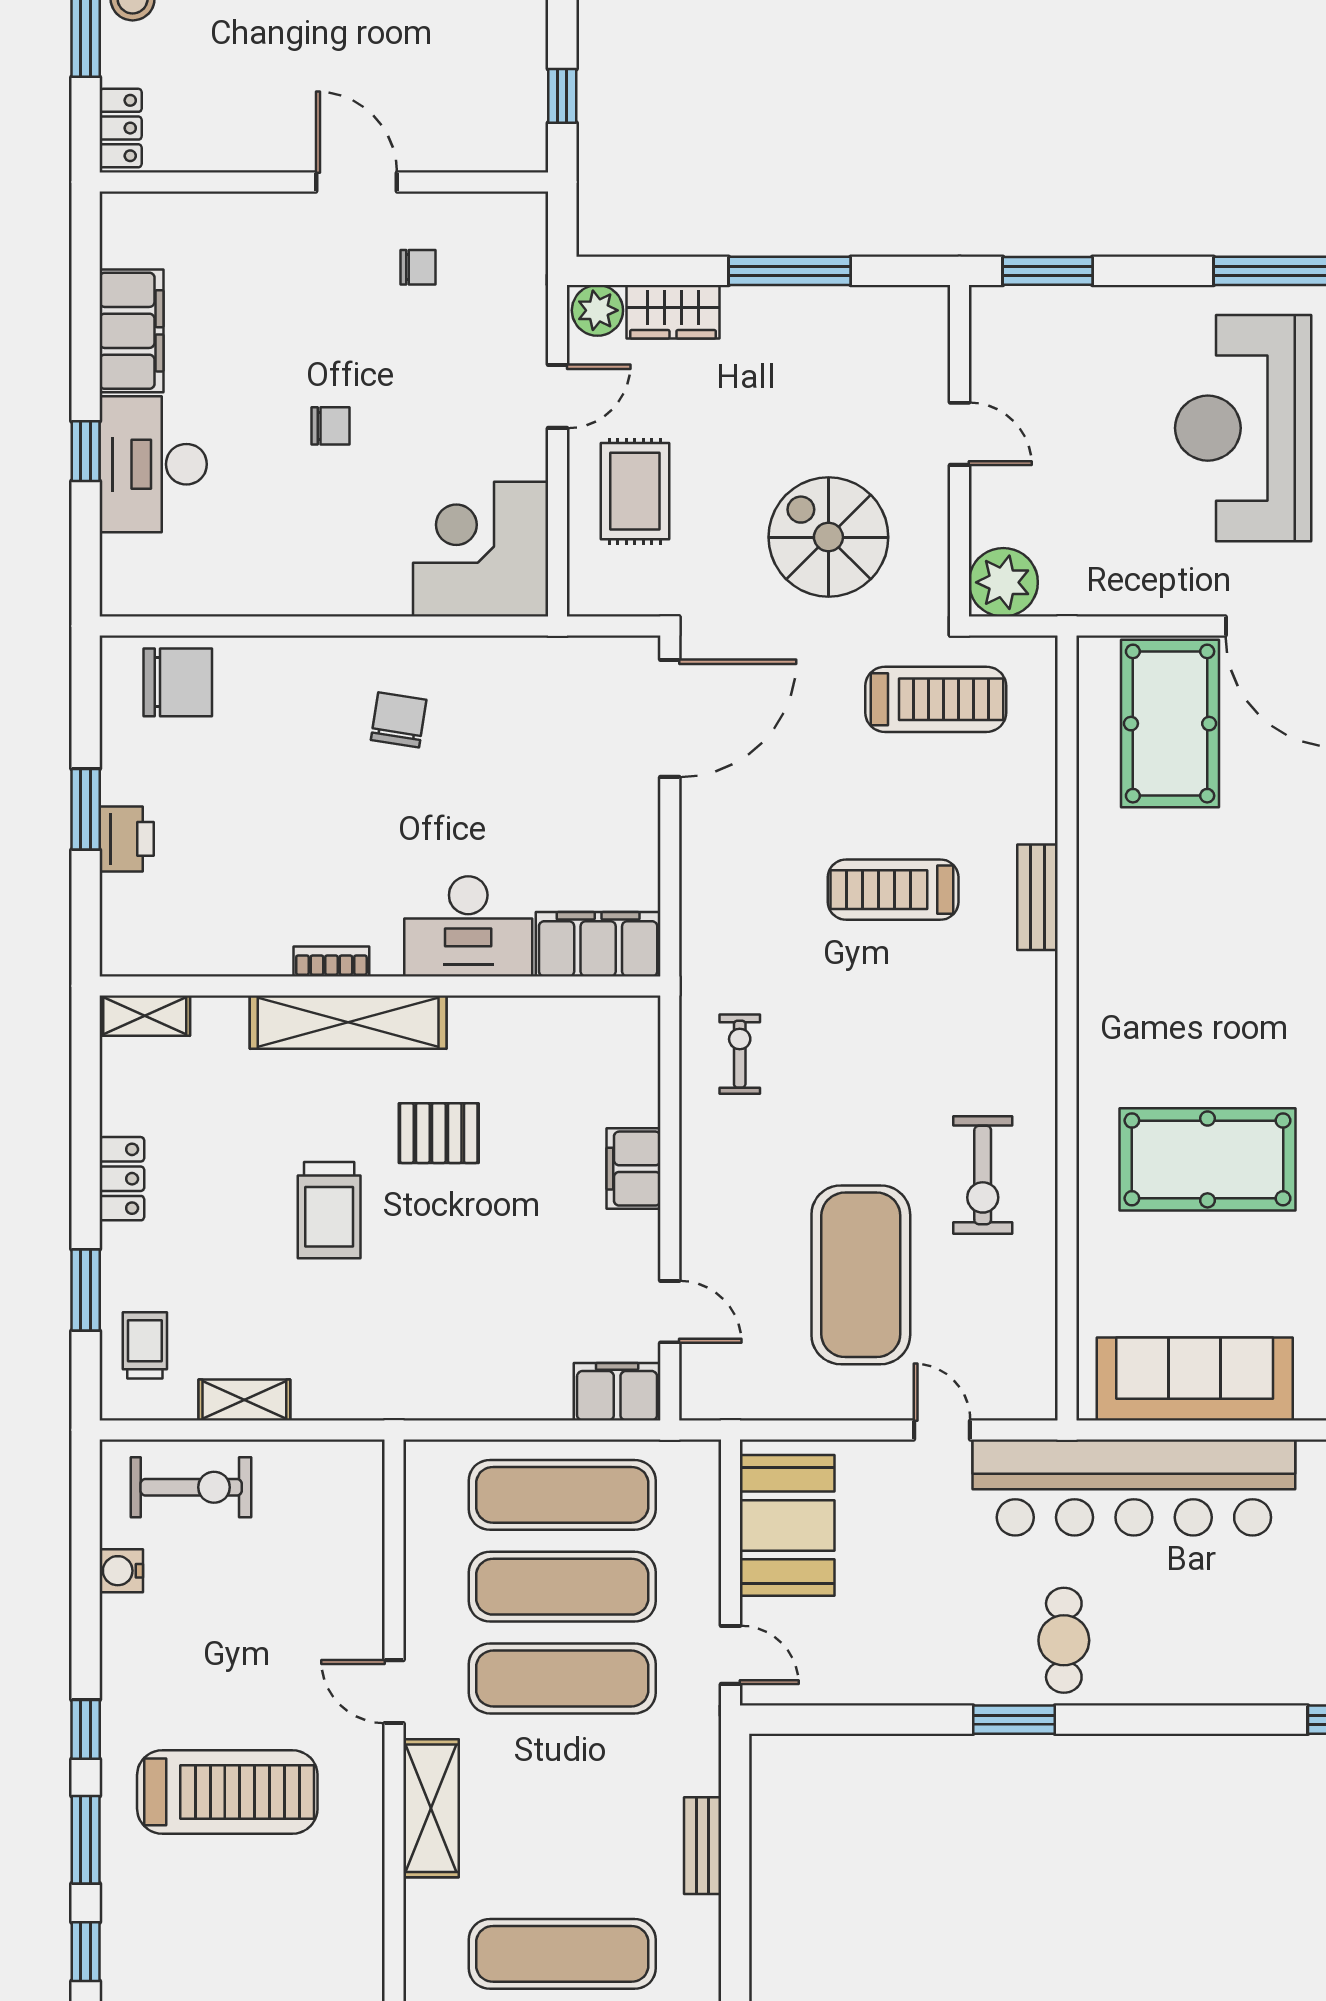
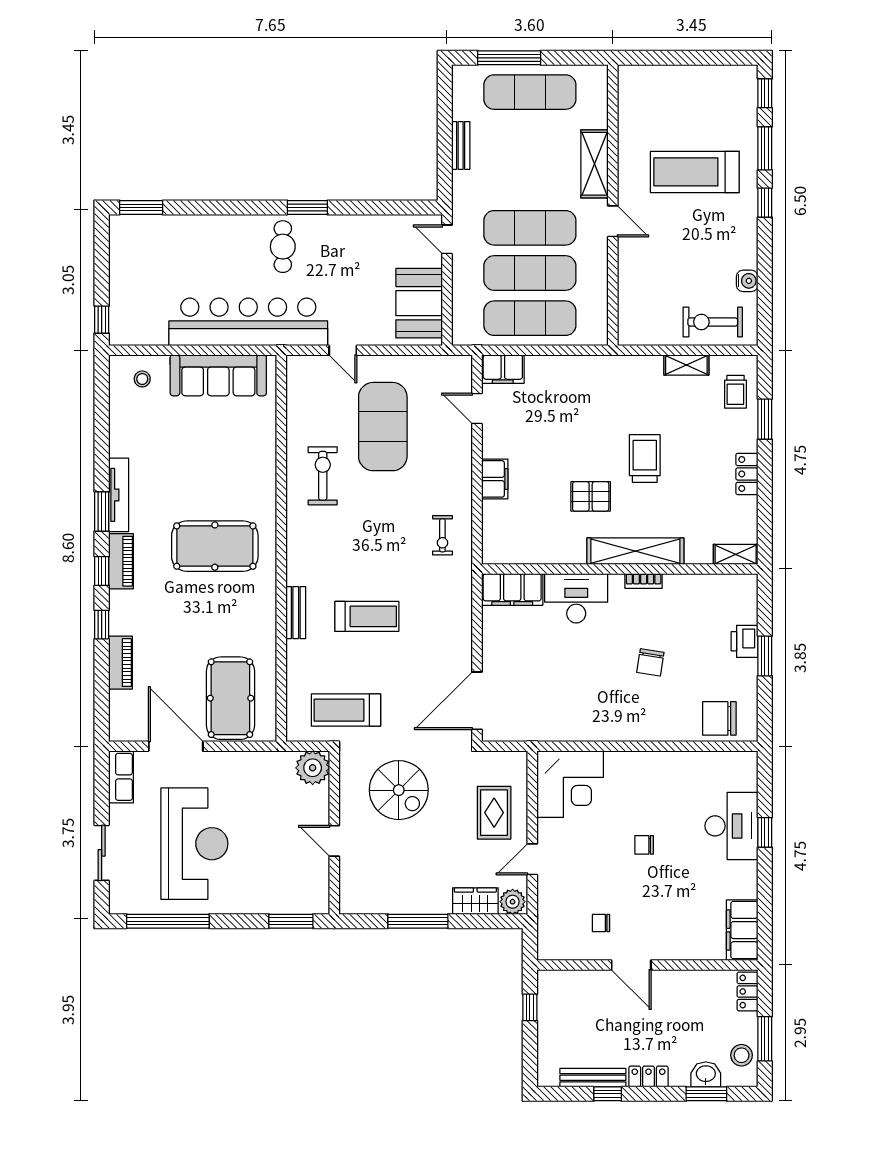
filing cabinet: (131, 331) -> (742, 930), moved
chair: (399, 720) -> (650, 662), moved
pool table: (1207, 1159) -> (215, 546), moved

